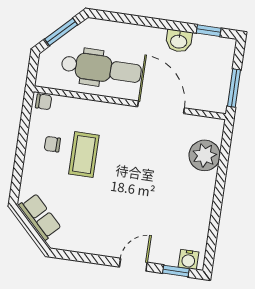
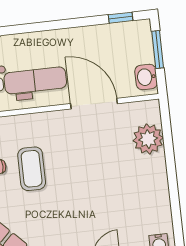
washbasin: (179, 41) -> (146, 77), moved, turned 90
window: (234, 88) -> (158, 49), moved

